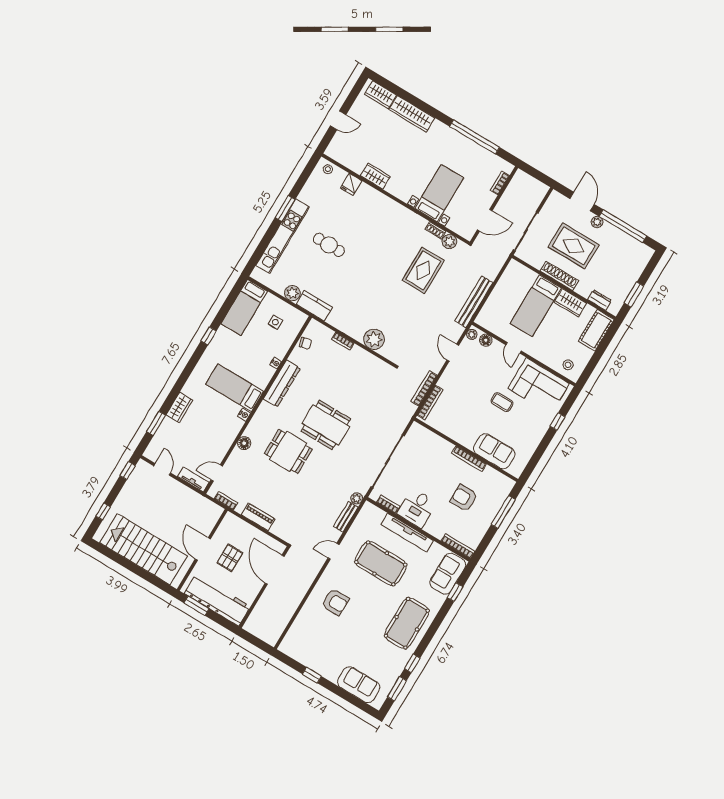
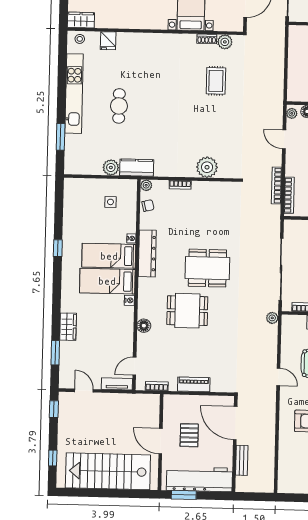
wardrobe: (375, 176) -> (81, 20), moved
window: (285, 209) -> (61, 137), moved
kitchen unit: (283, 236) -> (74, 94), moved
cafe table: (329, 245) -> (119, 106), turned 90
rug: (423, 270) -> (216, 81), width x0.73, depth x0.70
bench: (474, 302) -> (277, 83), removed
bed: (244, 307) -> (109, 256), moved, turned 90
plant: (314, 325) -> (146, 185), added
bench: (346, 517) -> (242, 460), moved
door: (333, 551) -> (278, 377), swing flipped

